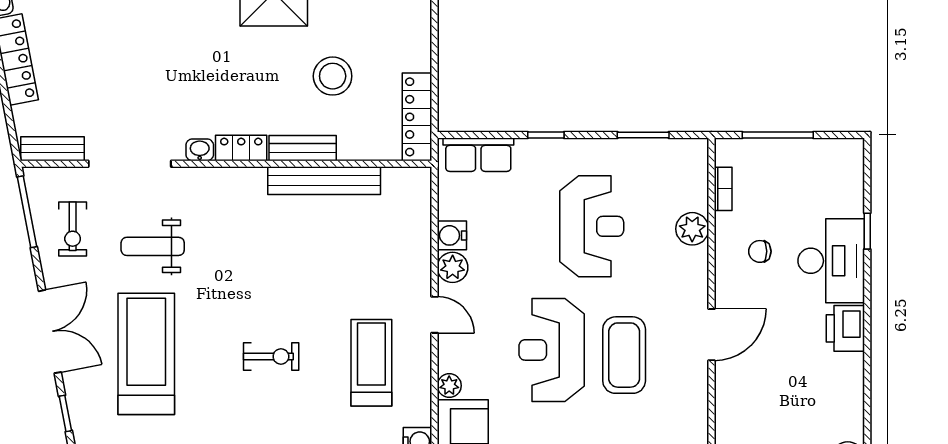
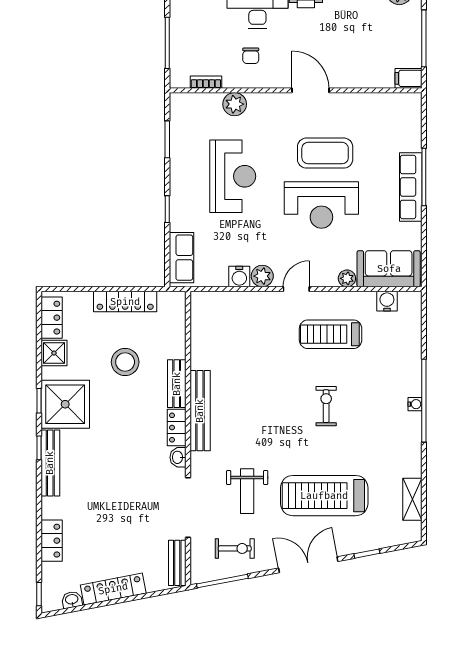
locker: (417, 117) -> (125, 302), moved
bench: (324, 181) -> (200, 411), moved
reception desk: (592, 226) -> (233, 176), turned 90

